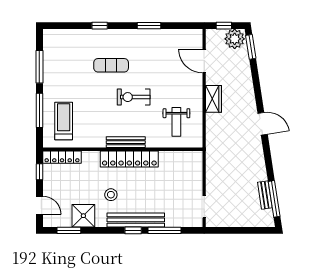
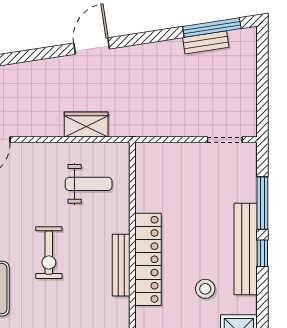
wardrobe: (214, 99) -> (86, 124), moved

